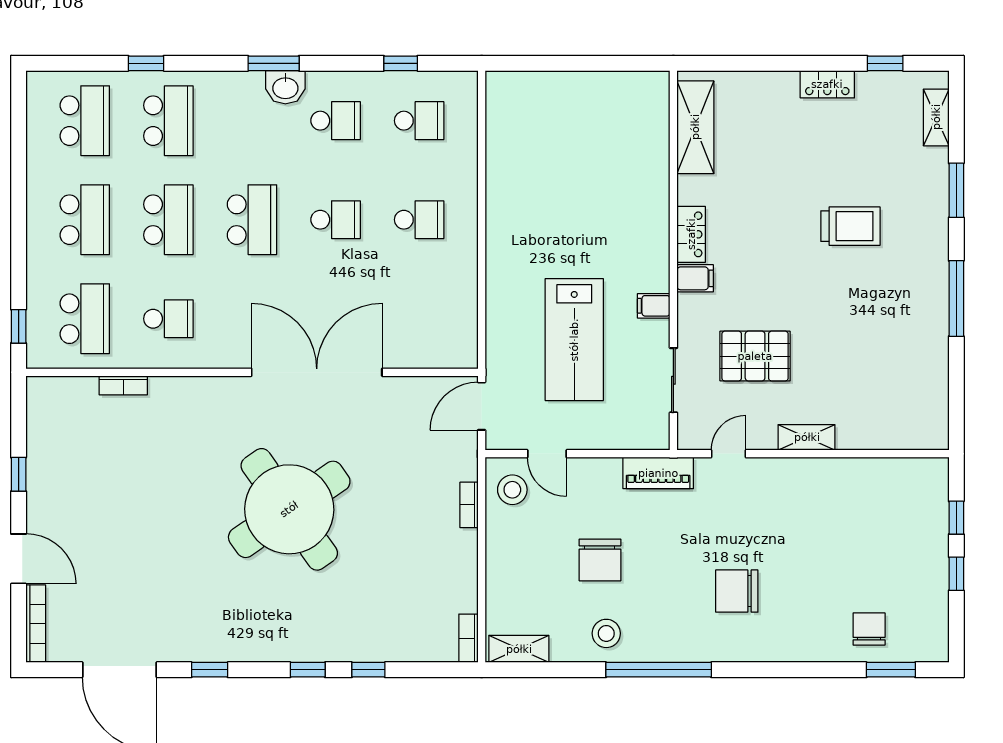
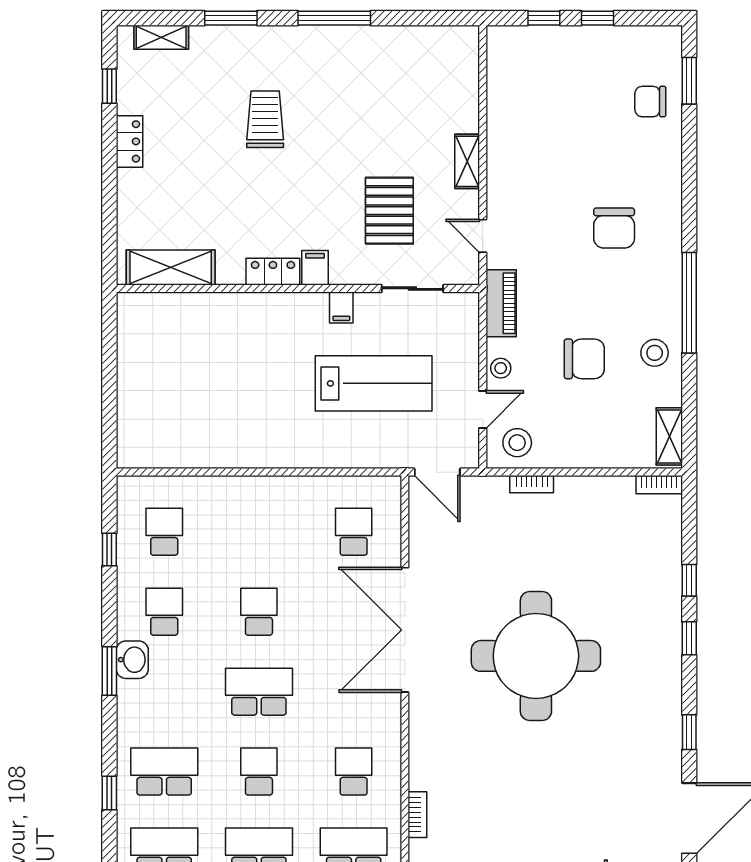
school desk: (168, 220) -> (259, 772), width x0.54
school desk: (419, 220) -> (354, 532), moved
stool: (590, 473) -> (501, 368), added
round table: (289, 509) -> (536, 656), turned 35

